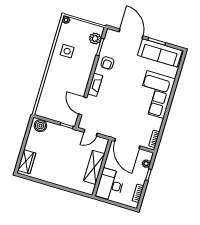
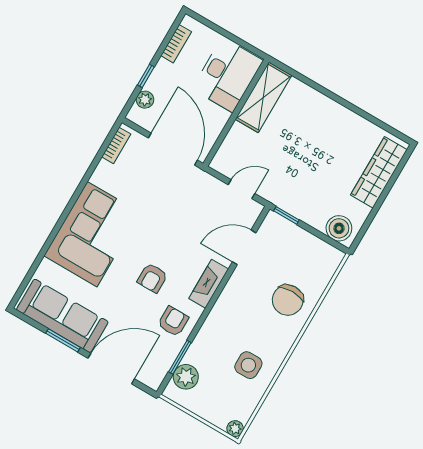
door: (131, 34) -> (111, 369), swing flipped
armchair: (122, 81) -> (152, 278), added
chair: (56, 86) -> (288, 300), added
door: (83, 106) -> (244, 247), swing flipped
wardrobe: (27, 162) -> (379, 172), width x1.50
shelving: (94, 167) -> (263, 97), moved

